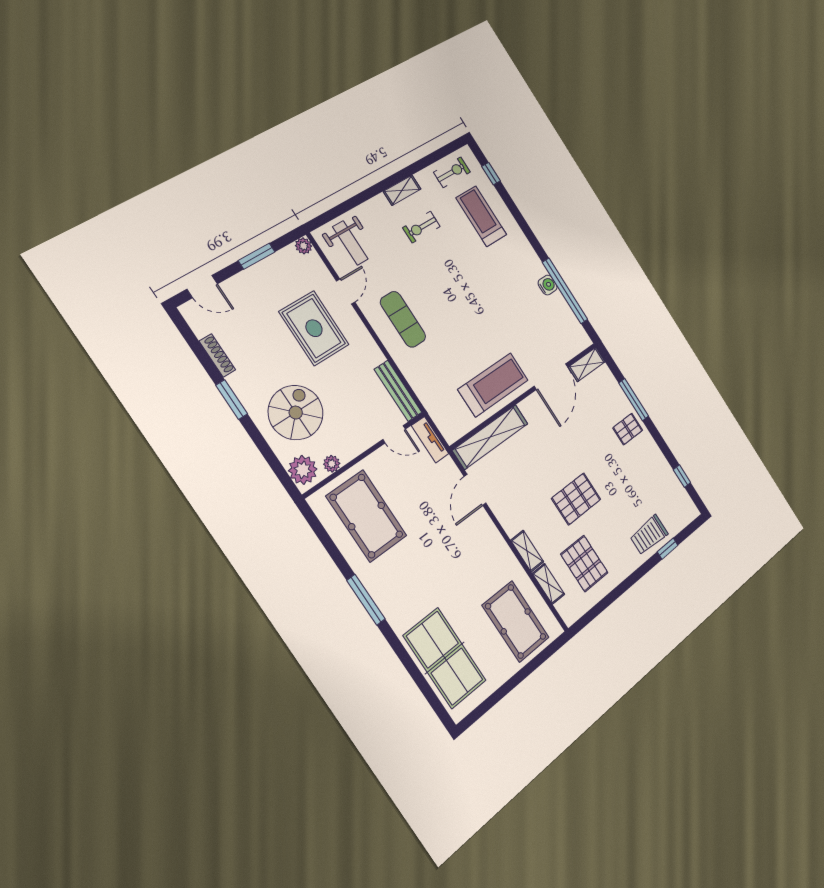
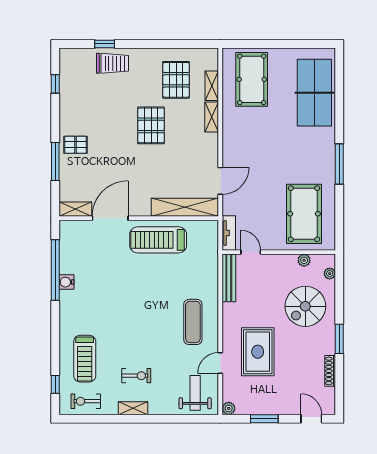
plant: (303, 470) -> (330, 274), width x0.53, depth x0.53
pallet: (576, 499) -> (151, 125), turned 90

